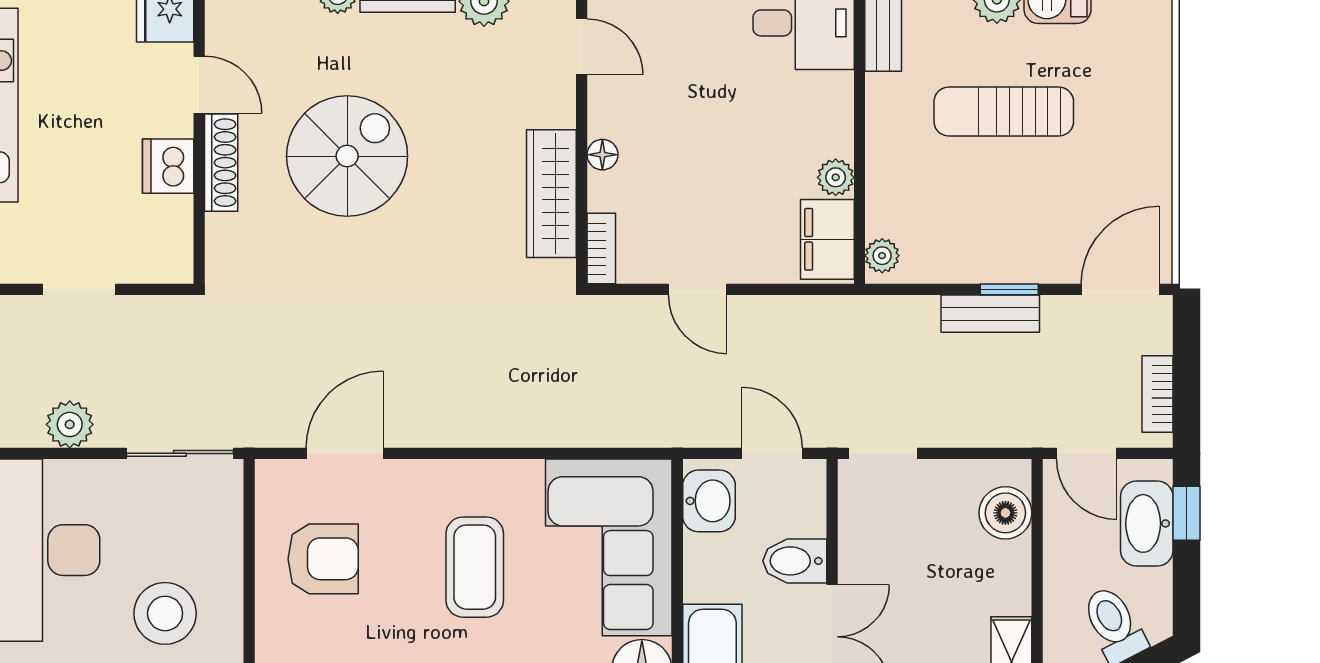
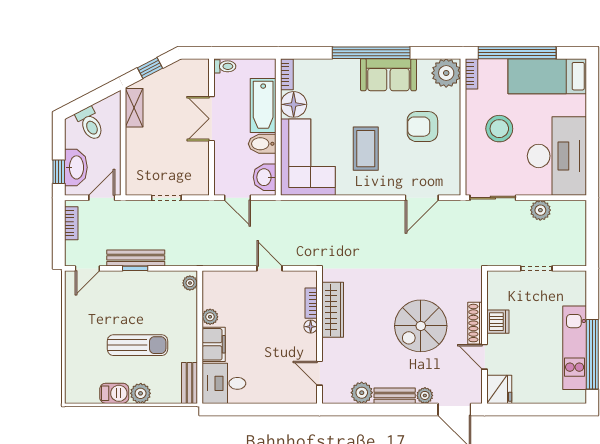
filing cabinet: (827, 239) -> (214, 344), moved
bookcase: (601, 249) -> (311, 303), moved
door: (1120, 289) -> (87, 268), width x0.73
bench: (990, 314) -> (136, 258), width x1.36
doorway: (883, 453) -> (166, 198), moved
door: (1087, 453) -> (102, 198), hinge flipped
boiler: (1005, 513) -> (137, 172), removed
armchair: (323, 559) -> (422, 127), moved
bidet: (795, 561) -> (262, 144), moved, turned 180

